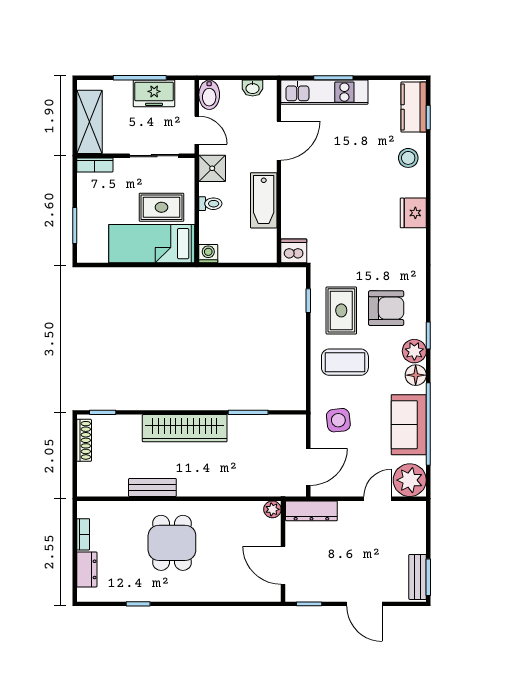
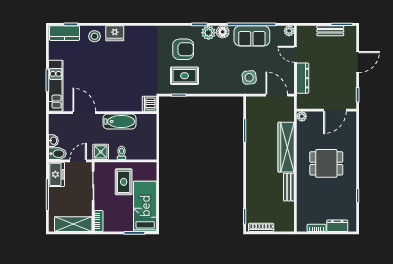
washbasin: (253, 88) -> (53, 141), moved
freezer: (154, 93) -> (56, 174), moved
fridge: (413, 213) -> (115, 33), moved
bed: (152, 244) -> (145, 206), moved, turned 180
washing machine: (208, 254) -> (151, 154), removed
armchair: (386, 308) -> (183, 49), turned 90
coffee table: (345, 362) -> (215, 74), removed
wardrobe: (185, 428) -> (286, 147), moved, turned 180
plant: (410, 480) -> (289, 31), width x0.53, depth x0.53
dresser: (311, 511) -> (303, 78), moved
dining table: (172, 543) -> (326, 163), moved
bench: (418, 577) -> (330, 31), moved

